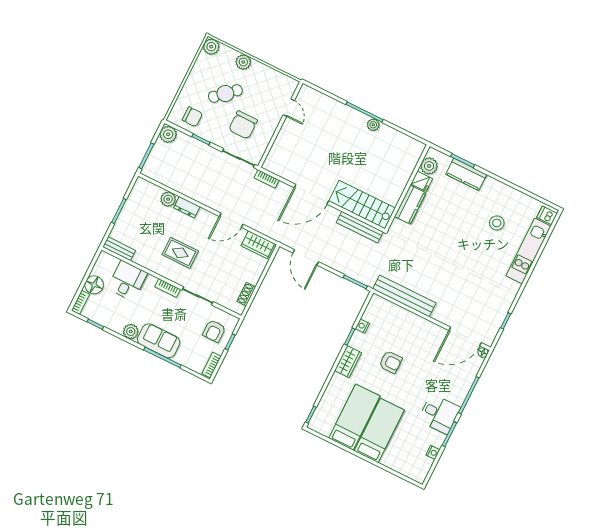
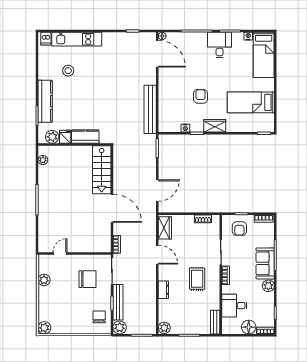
plant: (243, 62) -> (44, 280), moved
cafe table: (225, 94) -> (72, 302), removed
plant: (373, 125) -> (43, 160), moved
kitchen counter: (466, 174) -> (45, 101), width x1.50
plant: (168, 199) -> (164, 328), moved
bench: (360, 227) -> (118, 302), moved
armchair: (214, 331) -> (239, 229), turned 90
bed: (379, 430) -> (264, 55), moved, turned -90

